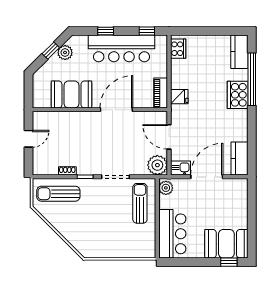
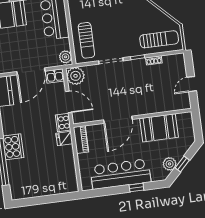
window: (147, 31) -> (100, 192), removed
cooker: (178, 49) -> (63, 123), moved
kitchen counter: (239, 52) -> (17, 185), removed

